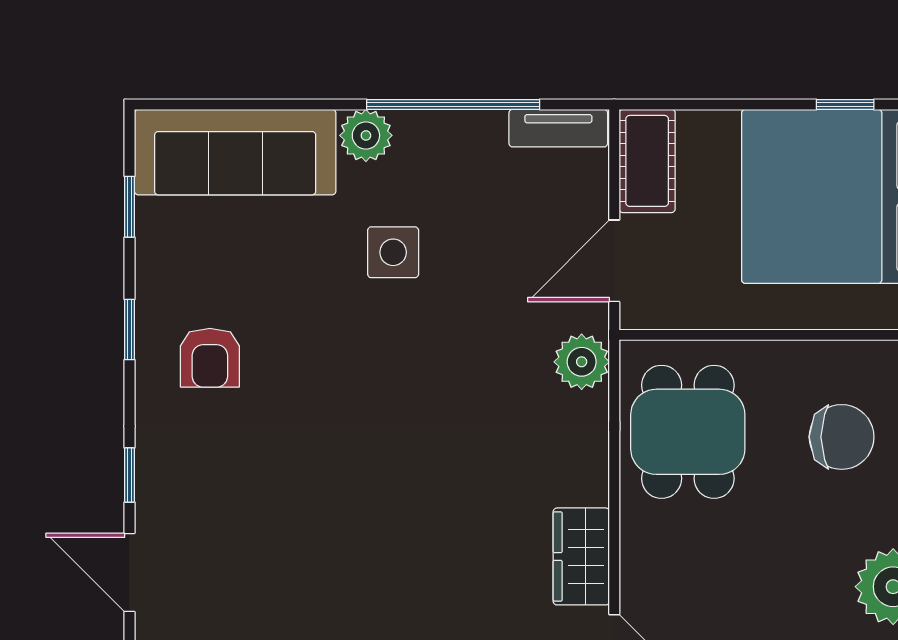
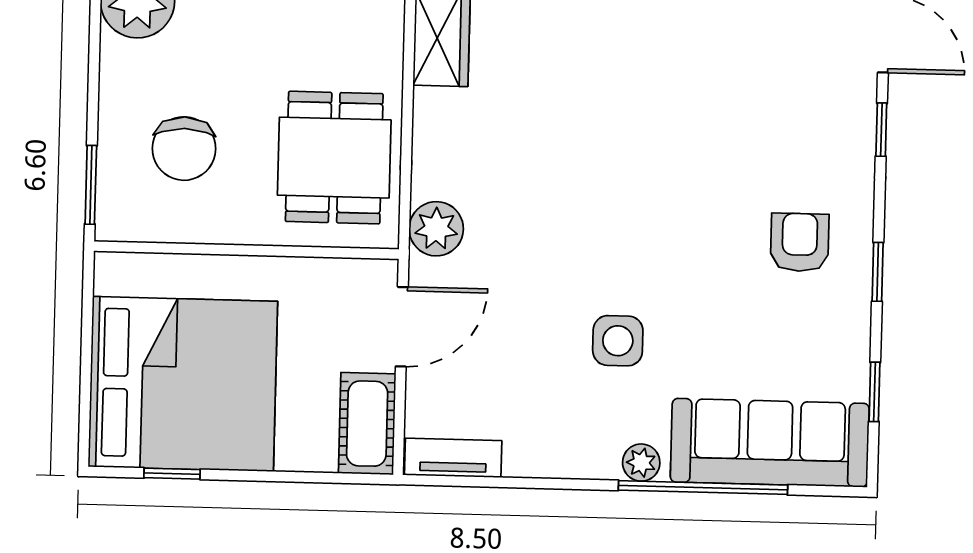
window: (453, 104) -> (703, 488), moved
plant: (366, 135) -> (641, 463), width x0.73, depth x0.73
chair: (842, 437) -> (184, 149), turned -90

